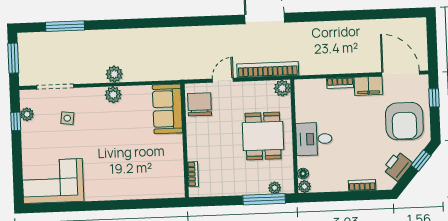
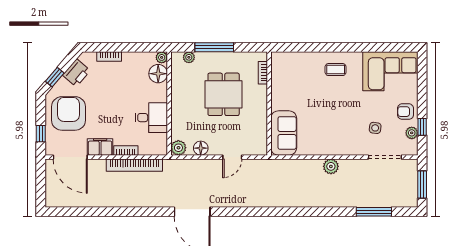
bookcase: (268, 70) -> (134, 165), moved
floor lamp: (258, 89) -> (201, 148), added
plant: (113, 95) -> (333, 148), removed
chair: (200, 104) -> (254, 136), removed
dining table: (263, 136) -> (224, 94), moved
armchair: (35, 137) -> (406, 112), added
desk: (314, 139) -> (151, 118), moved
floor lamp: (303, 174) -> (158, 74), width x1.89, depth x1.89
coffee table: (113, 181) -> (336, 70), added
window: (264, 199) -> (214, 47), moved

